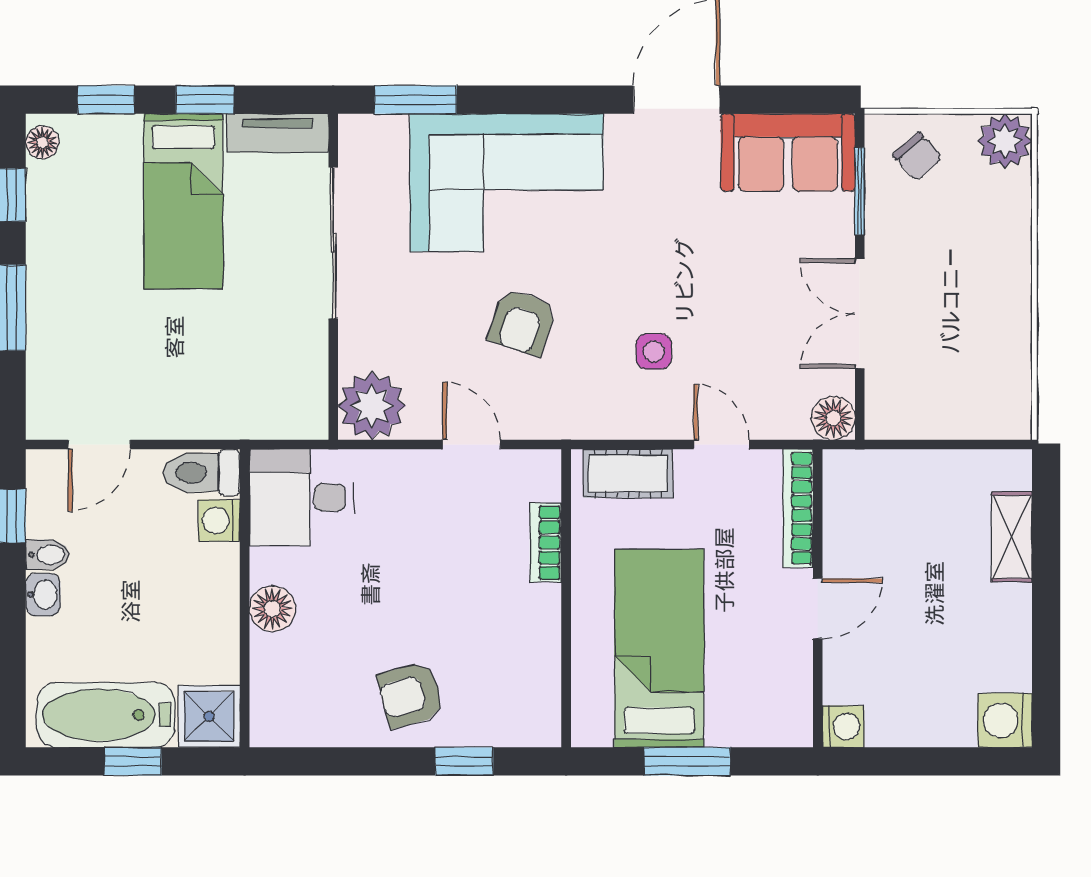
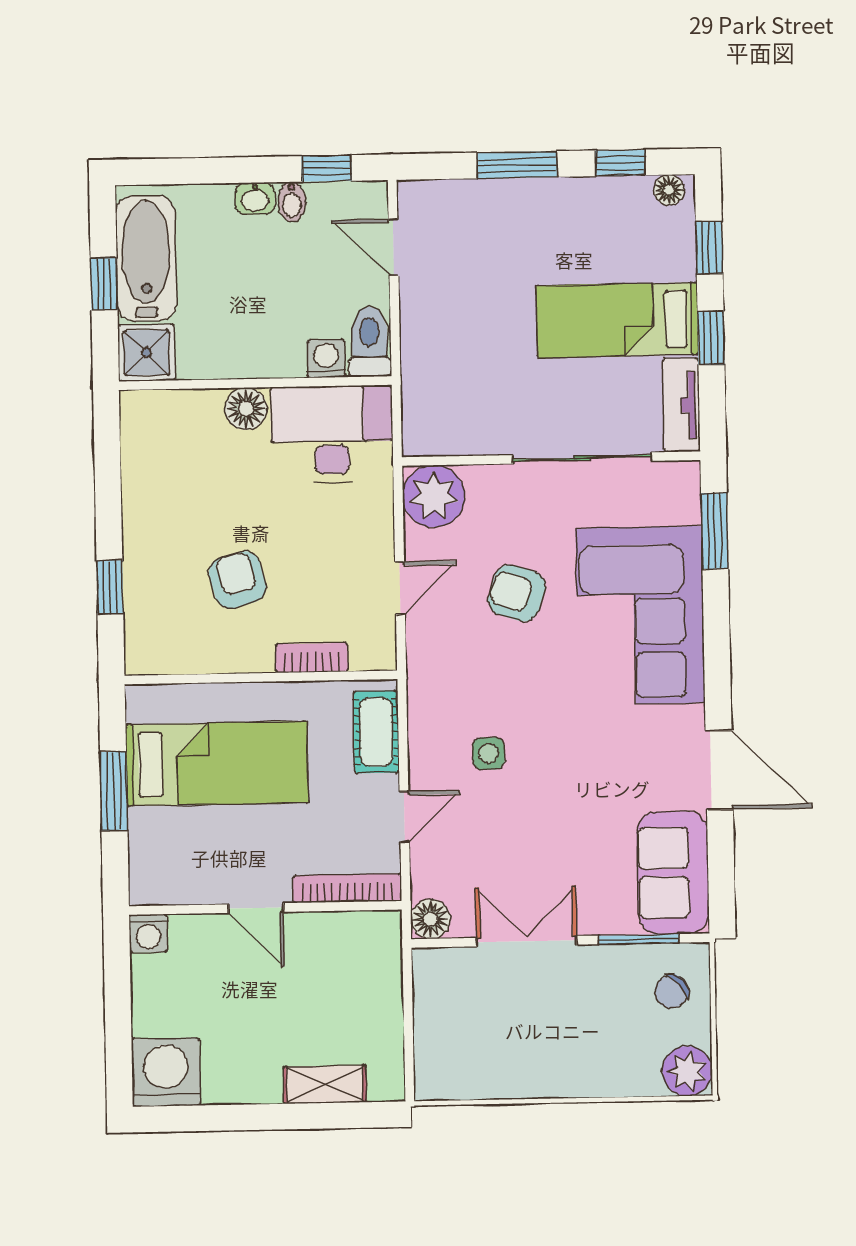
armchair: (522, 322) -> (517, 593), moved
desk: (302, 498) -> (332, 434), width x1.37
armchair: (411, 695) -> (238, 580), moved
washing machine: (1005, 720) -> (166, 1072), width x1.37, depth x1.37

